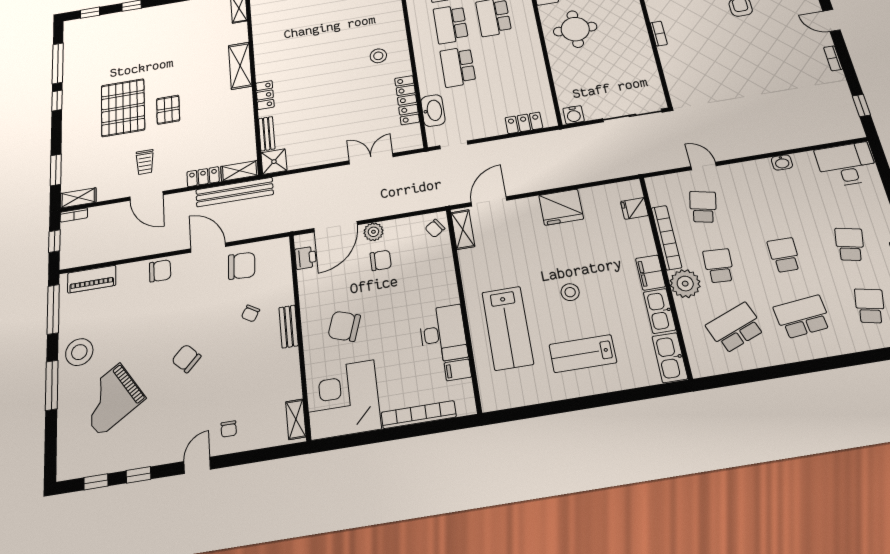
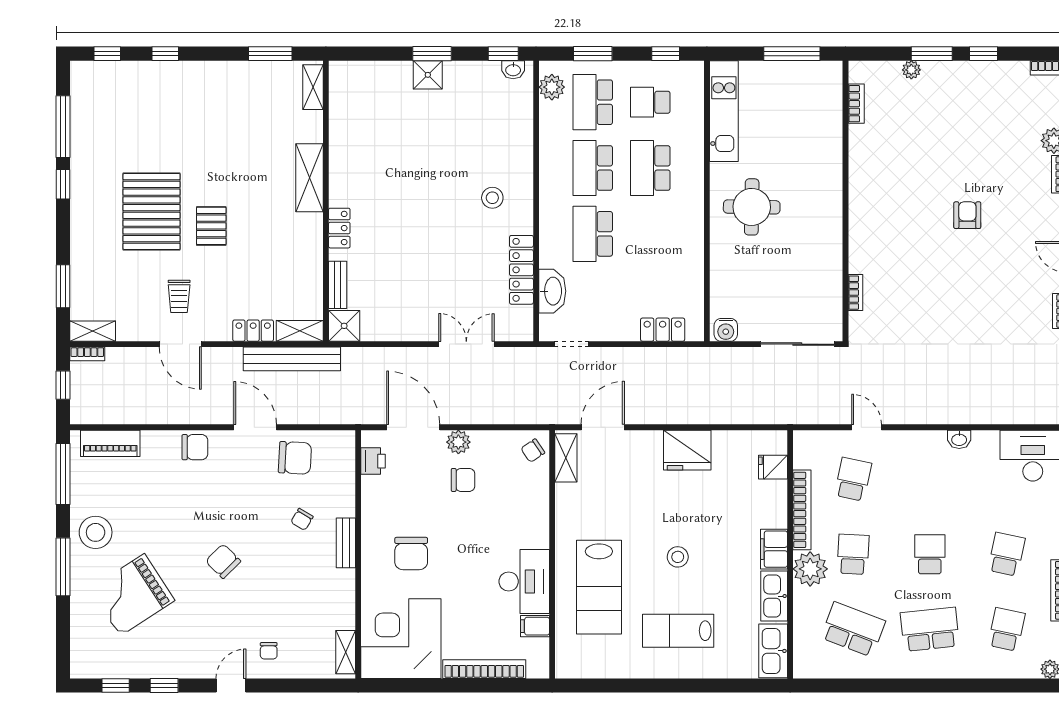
bookcase: (659, 34) -> (855, 293), moved
door: (336, 227) -> (413, 427), swing flipped
chair: (344, 326) -> (411, 553), turned -109
school desk: (735, 328) -> (853, 629), turned 42

